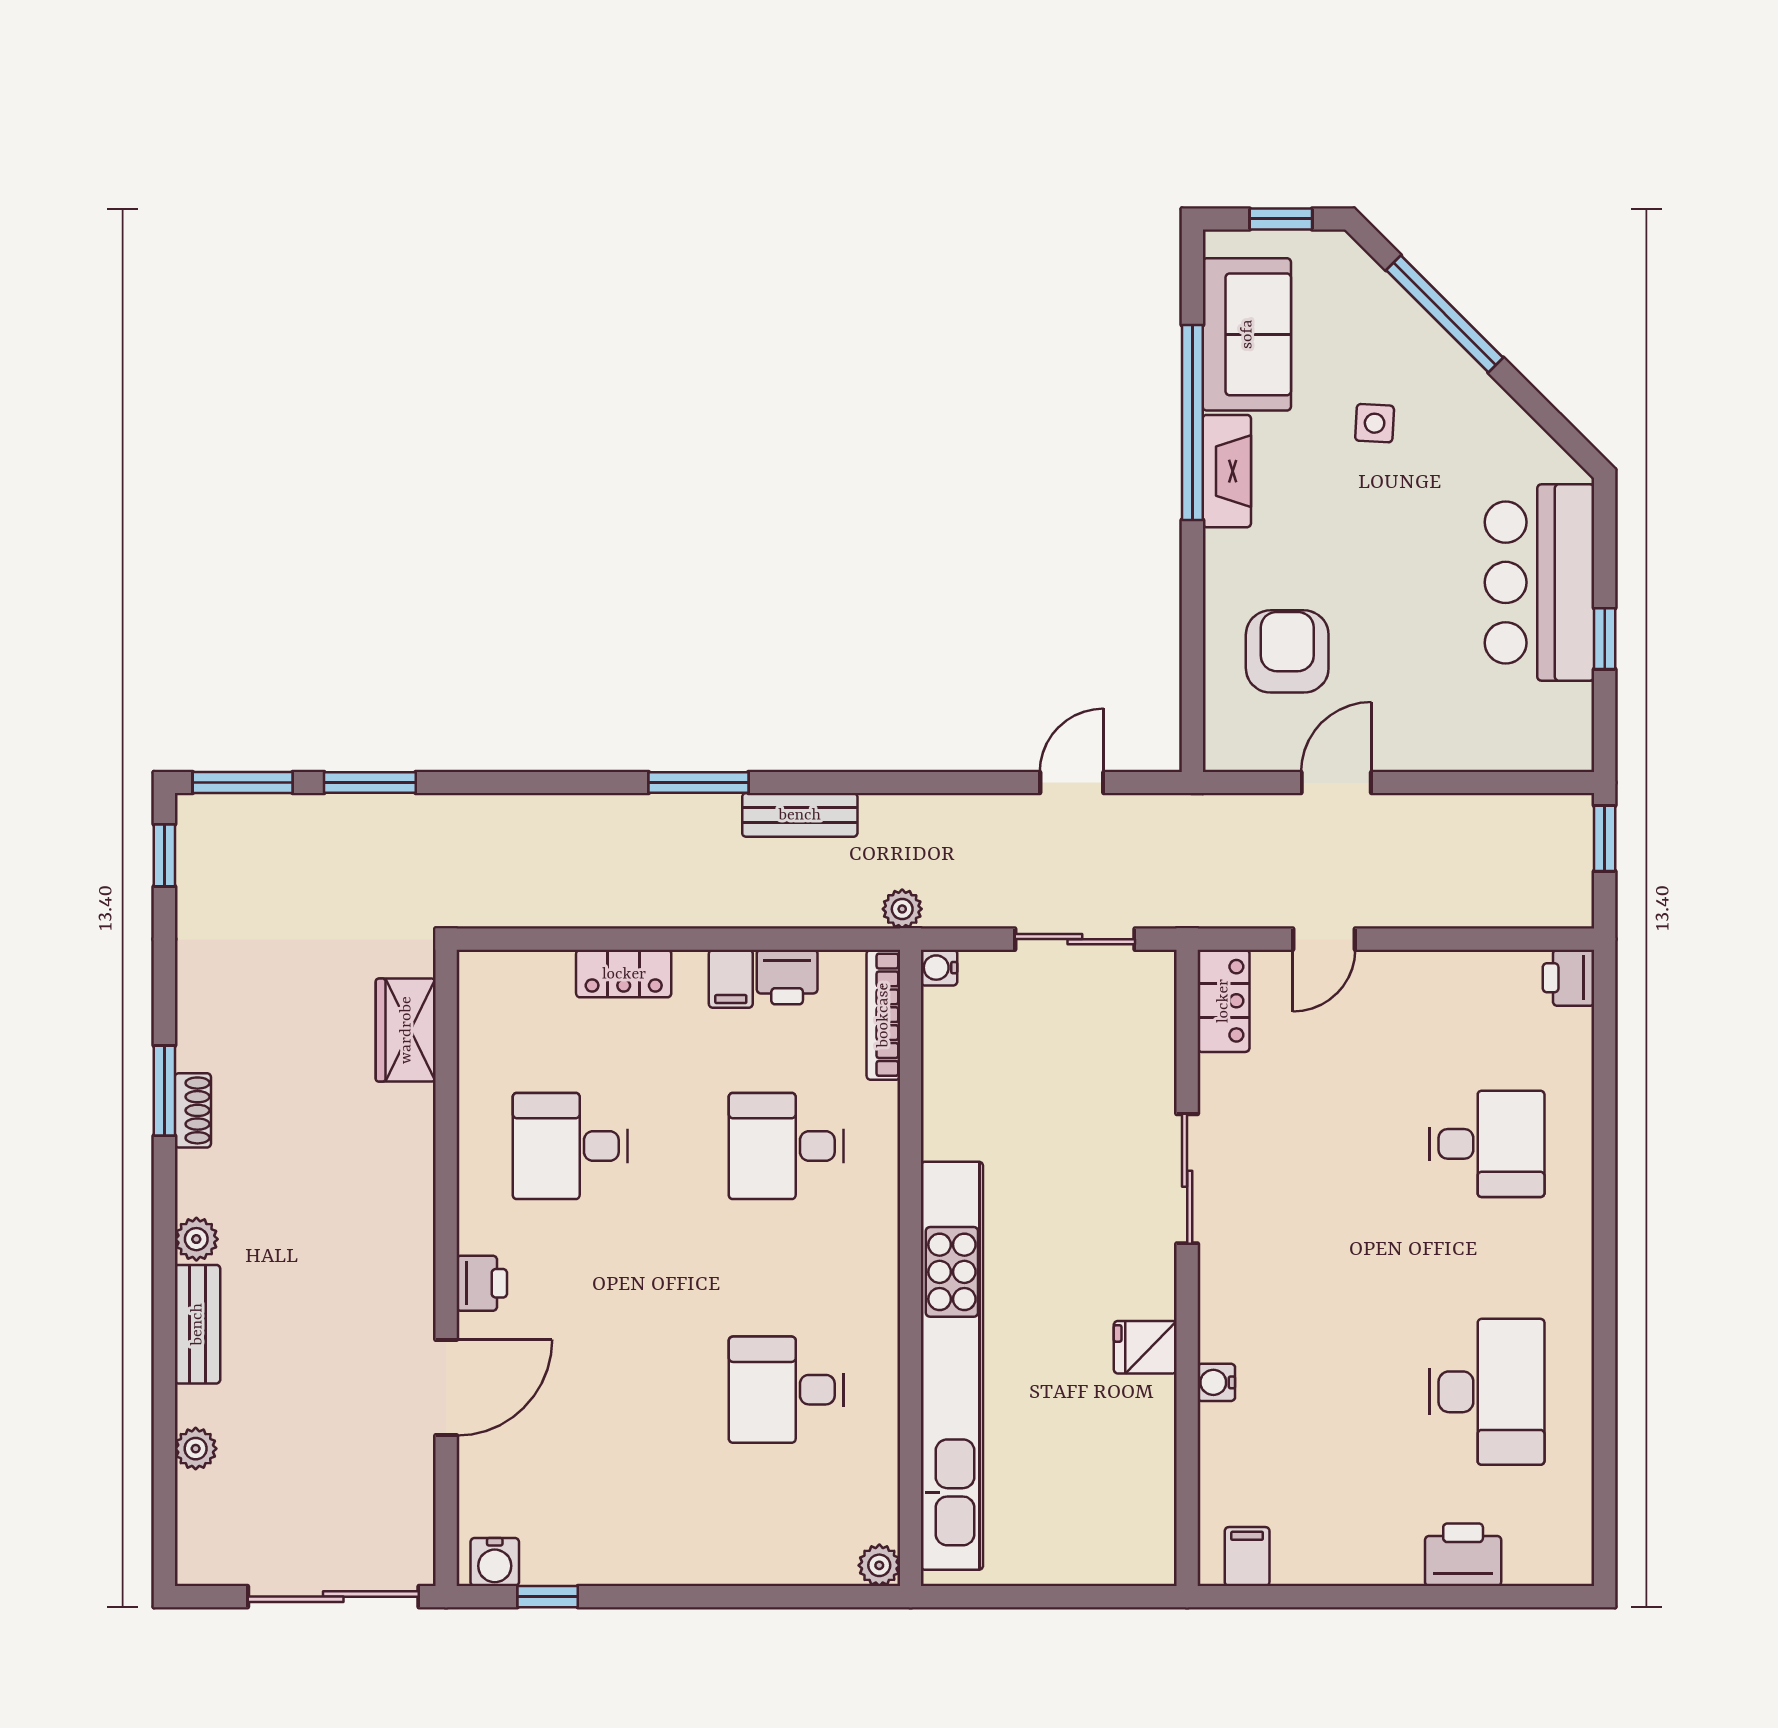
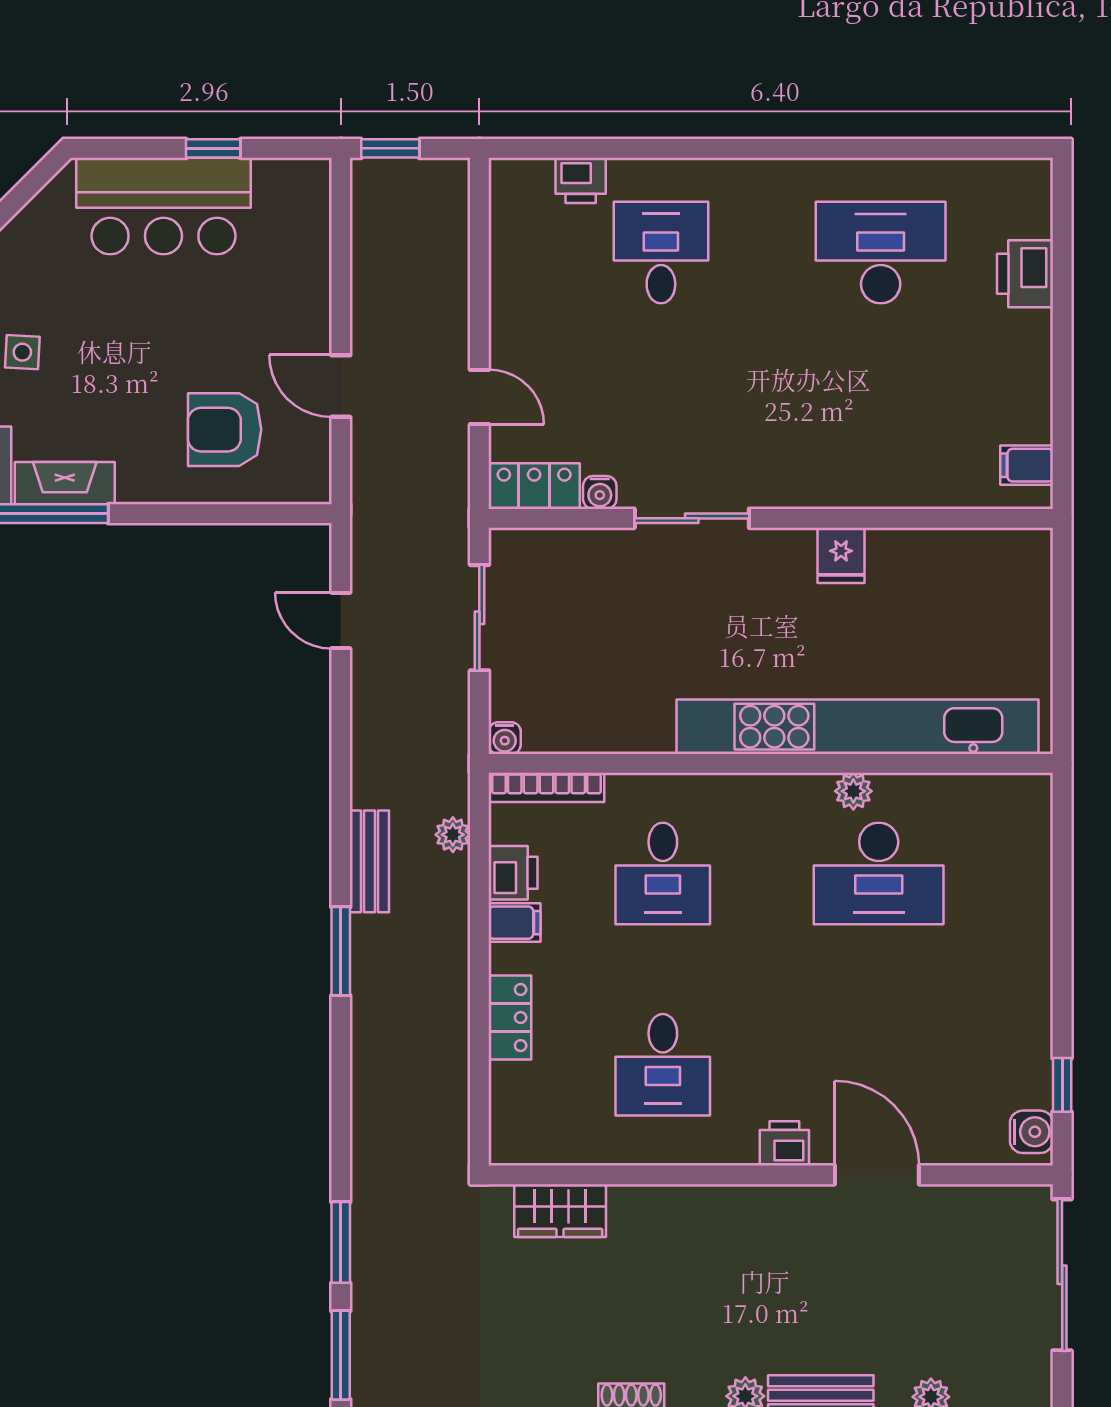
plant: (902, 909) -> (453, 835), moved
printer: (1569, 978) -> (581, 180), moved
water cooler: (1216, 1382) -> (600, 492), moved
desk: (786, 1390) -> (879, 873), width x1.37
plant: (879, 1565) -> (853, 791), moved

